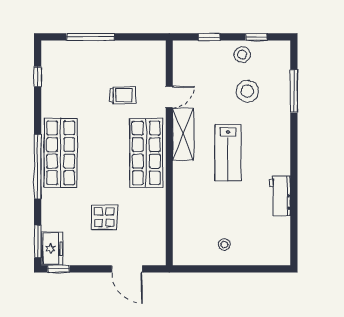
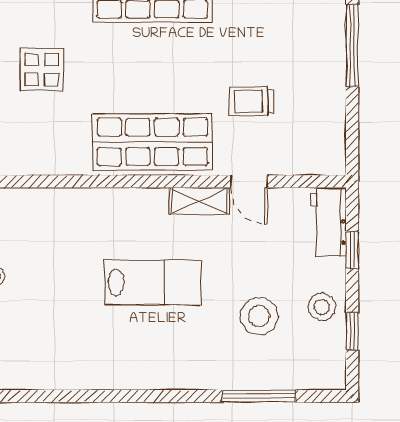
trolley: (123, 95) -> (252, 101), turned 90
shelving: (183, 134) -> (199, 201), width x0.67, depth x0.75
lab bench: (228, 153) -> (153, 283), turned 180
workbench: (280, 196) -> (328, 222), moved, turned -90

